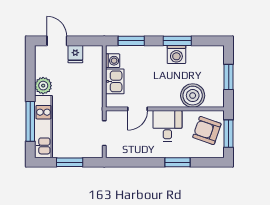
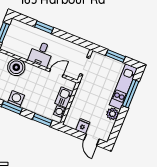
armchair: (207, 130) -> (16, 40), removed

